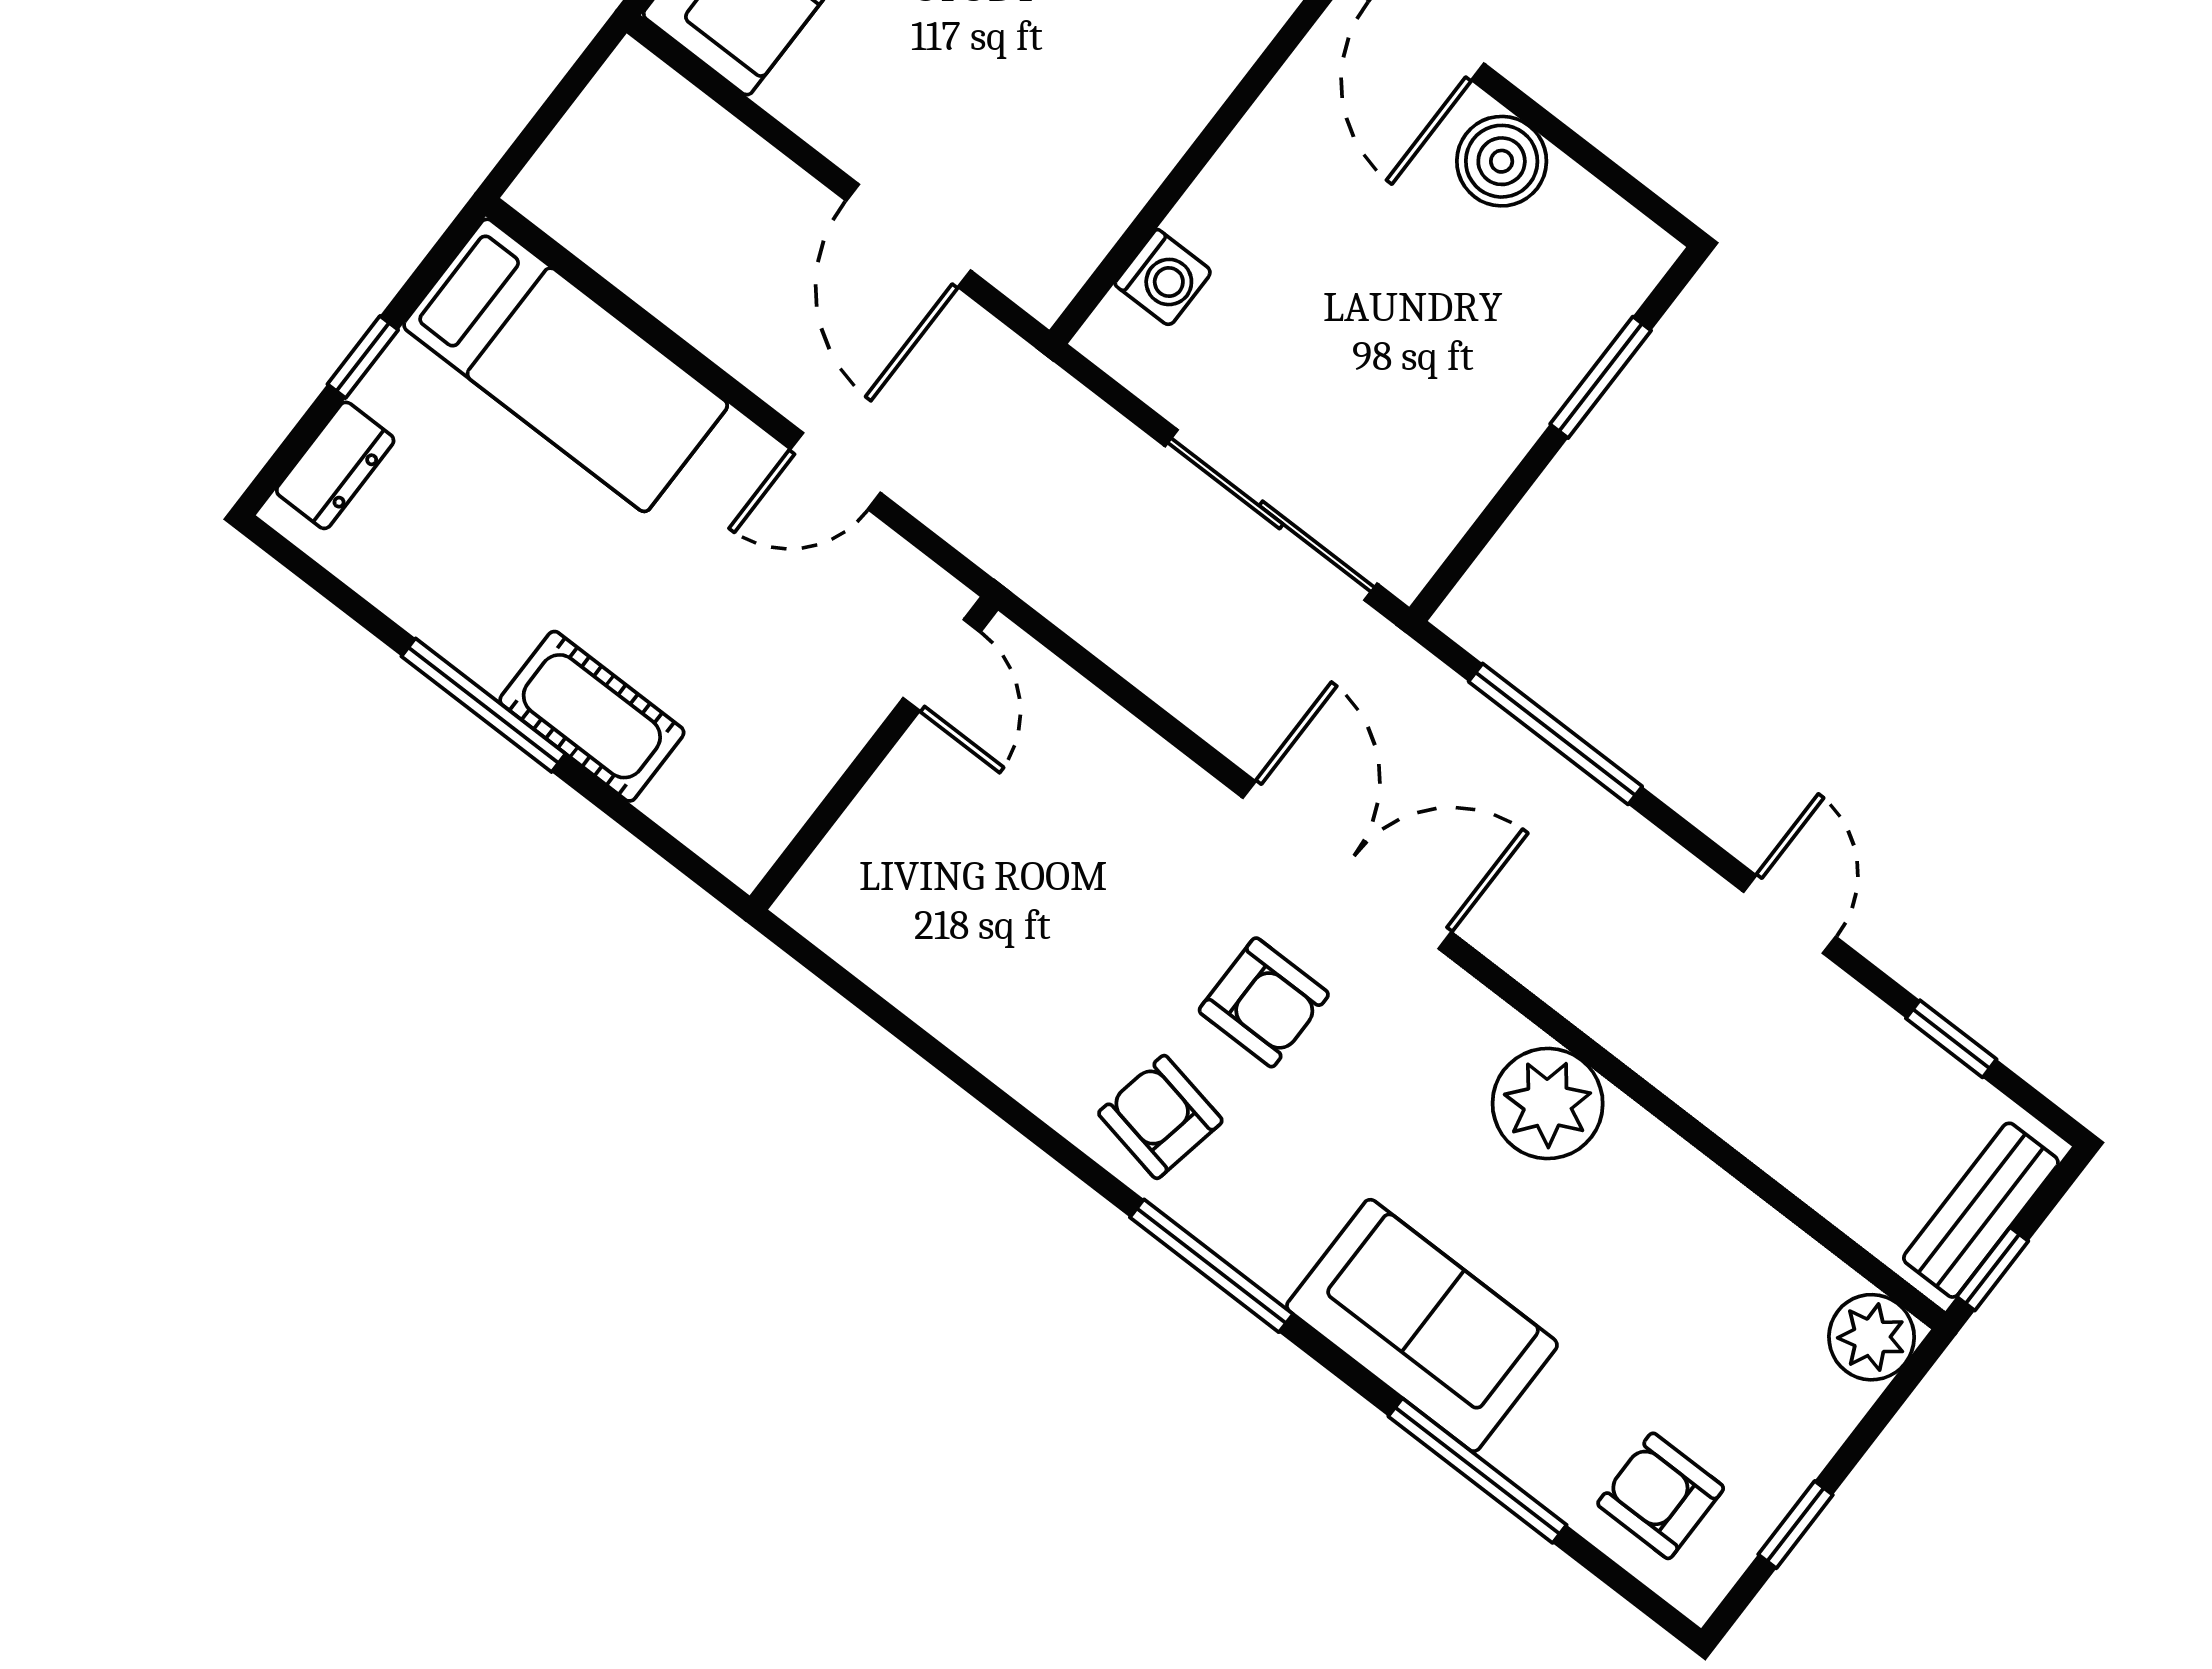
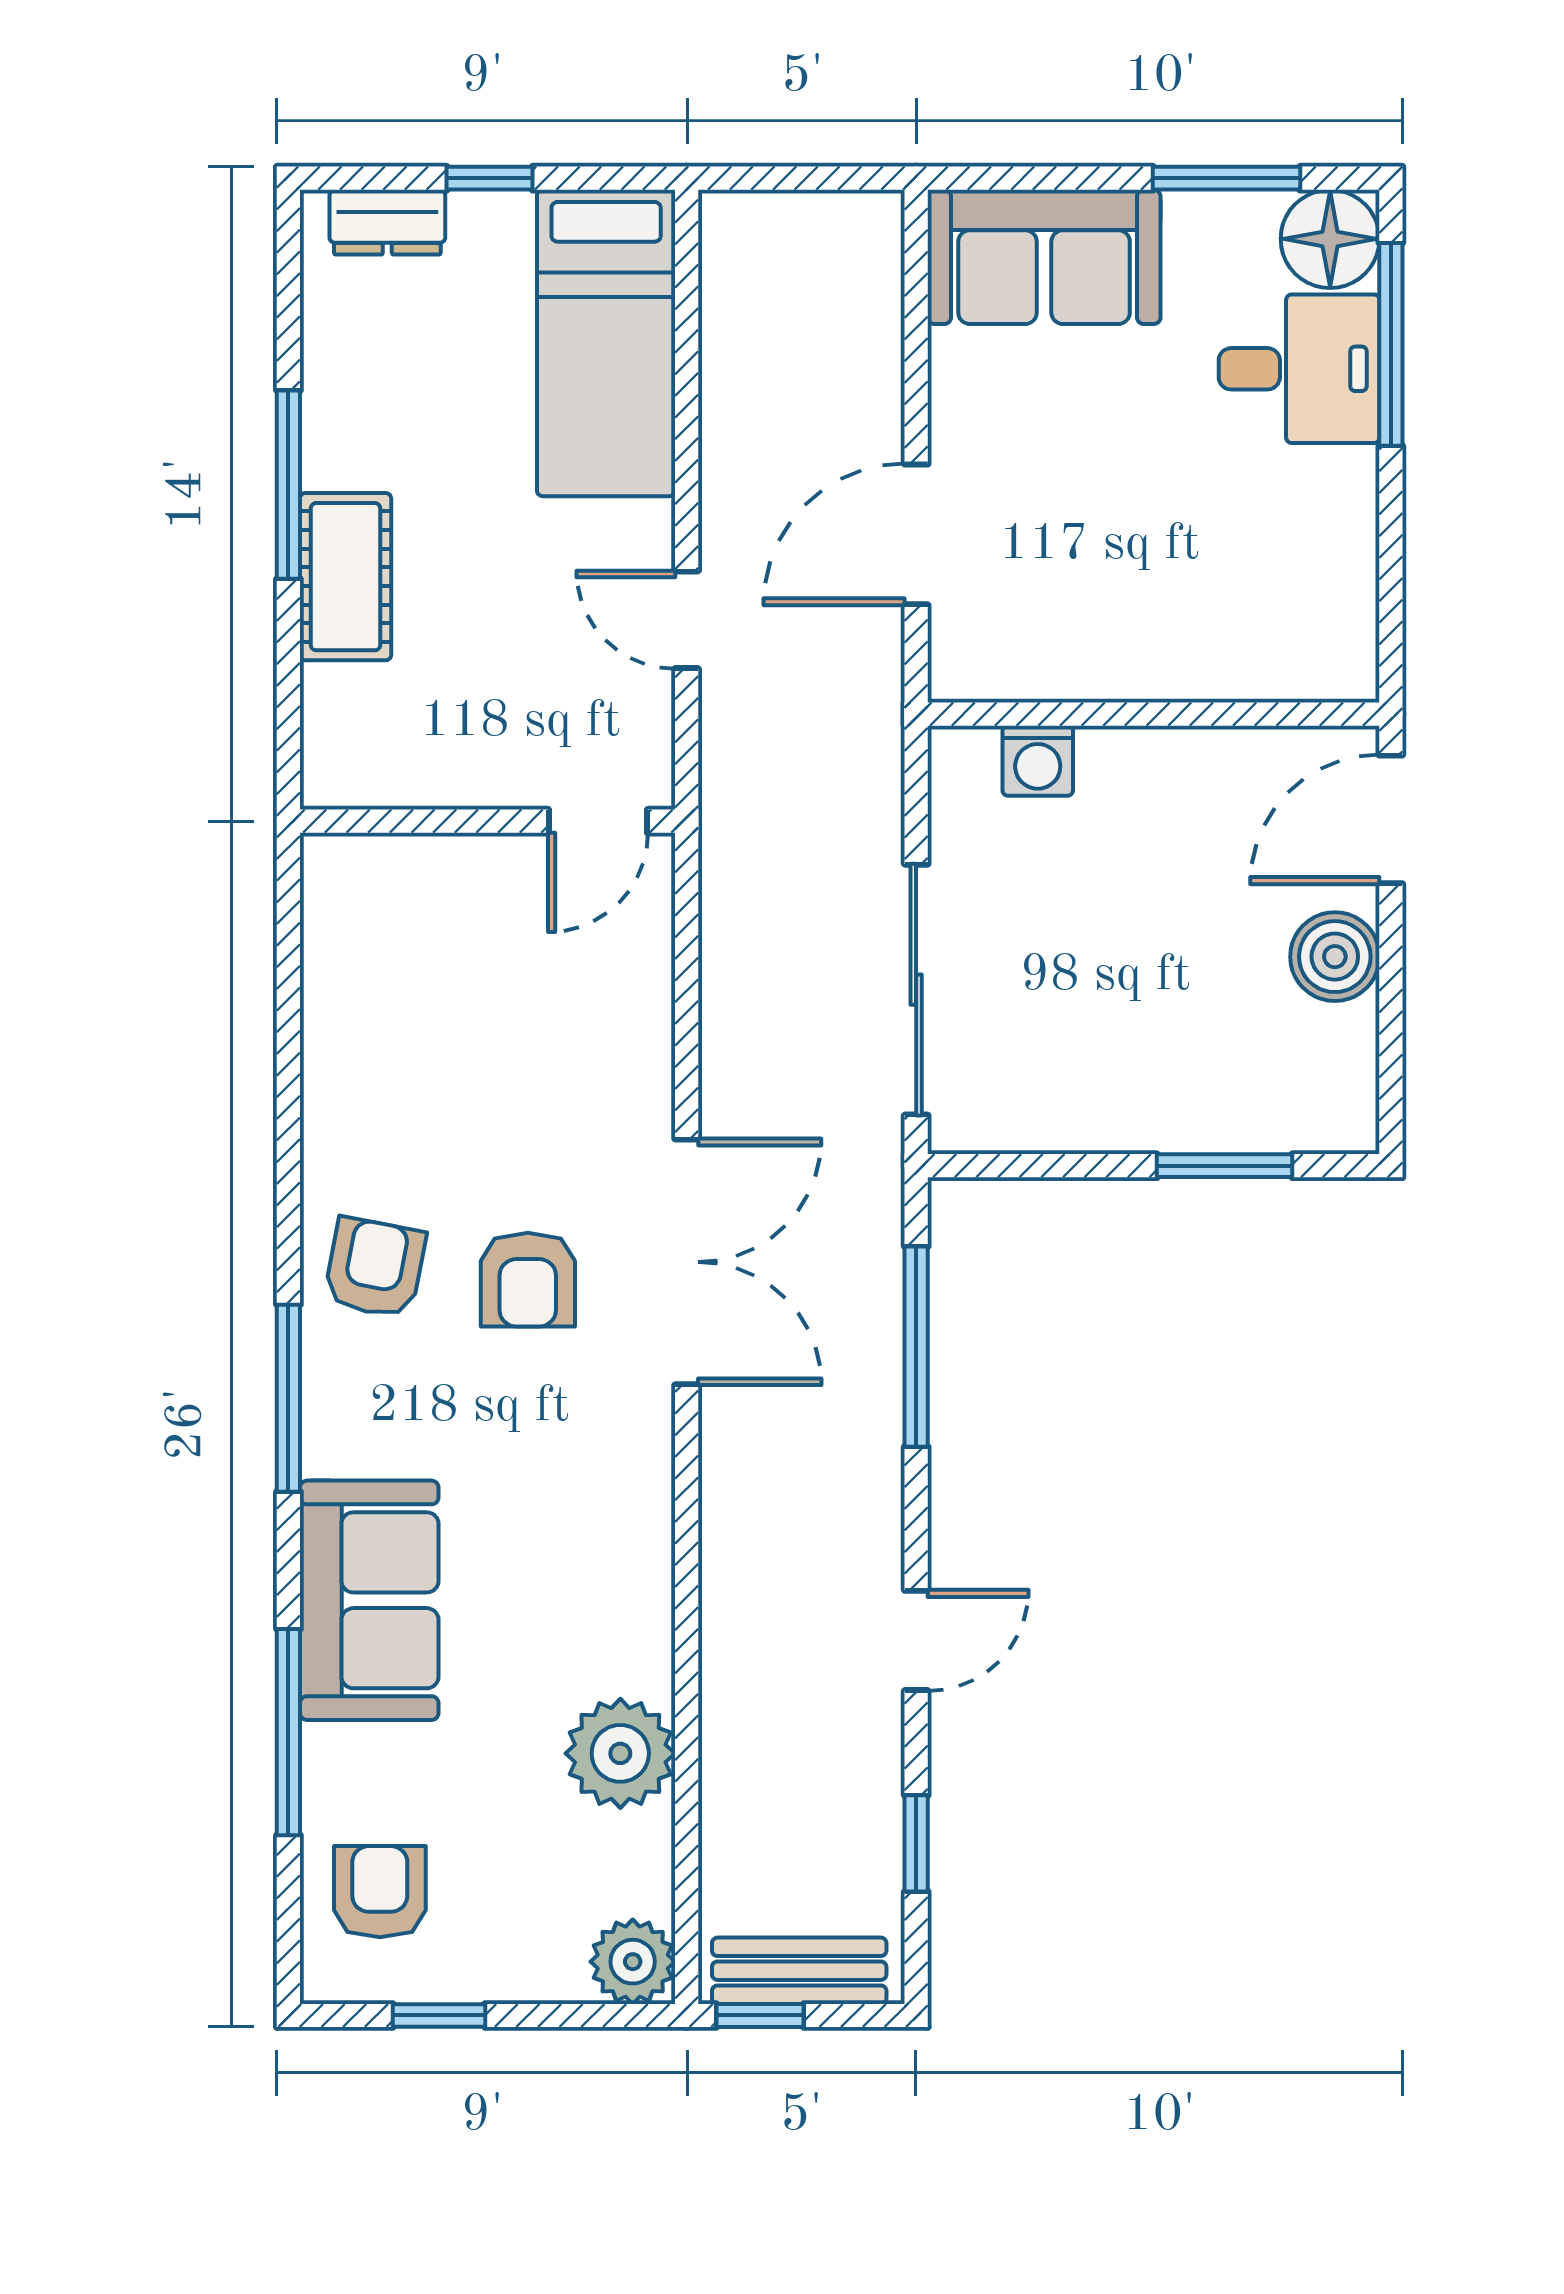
plant: (1548, 1104) -> (620, 1753), moved

